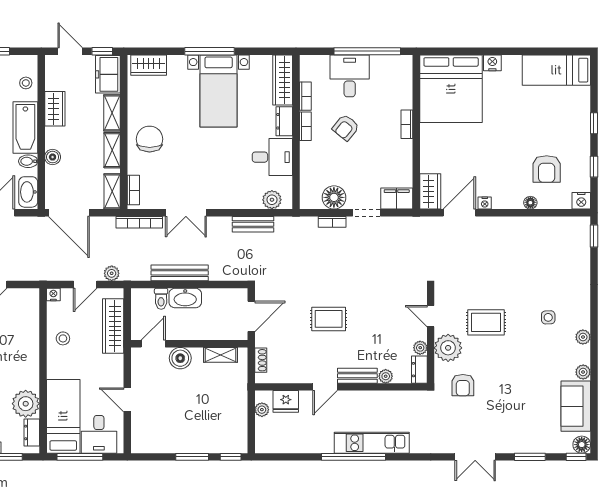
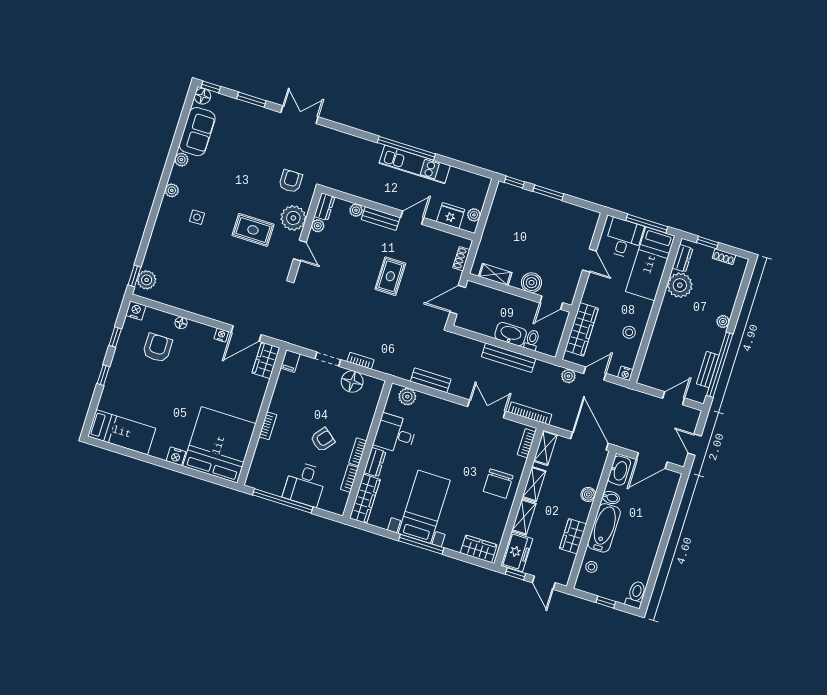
filing cabinet: (397, 199) -> (290, 361), width x0.50
plant: (580, 236) -> (147, 280), added
rug: (329, 319) -> (390, 276), turned 90
kitchen unit: (372, 443) -> (415, 164), moved

